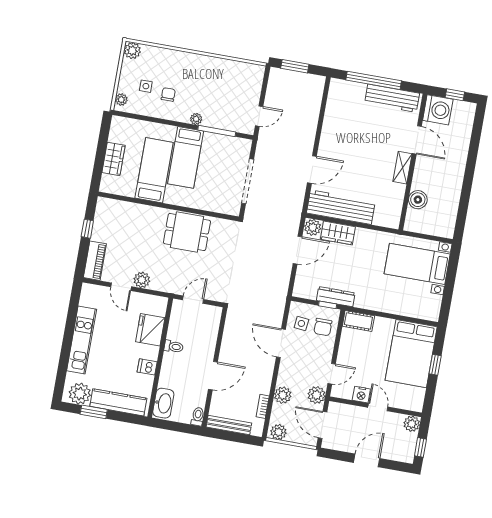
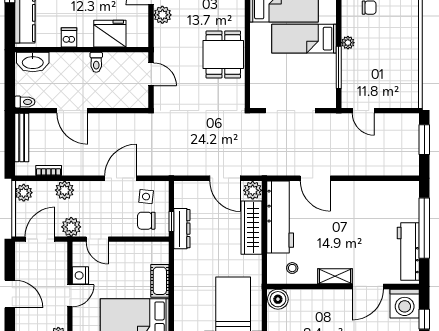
boiler: (418, 200) -> (278, 299), moved
stool: (388, 204) -> (292, 268), added
wardrobe: (338, 233) -> (251, 228), width x1.50
cot: (358, 321) -> (160, 281), moved

